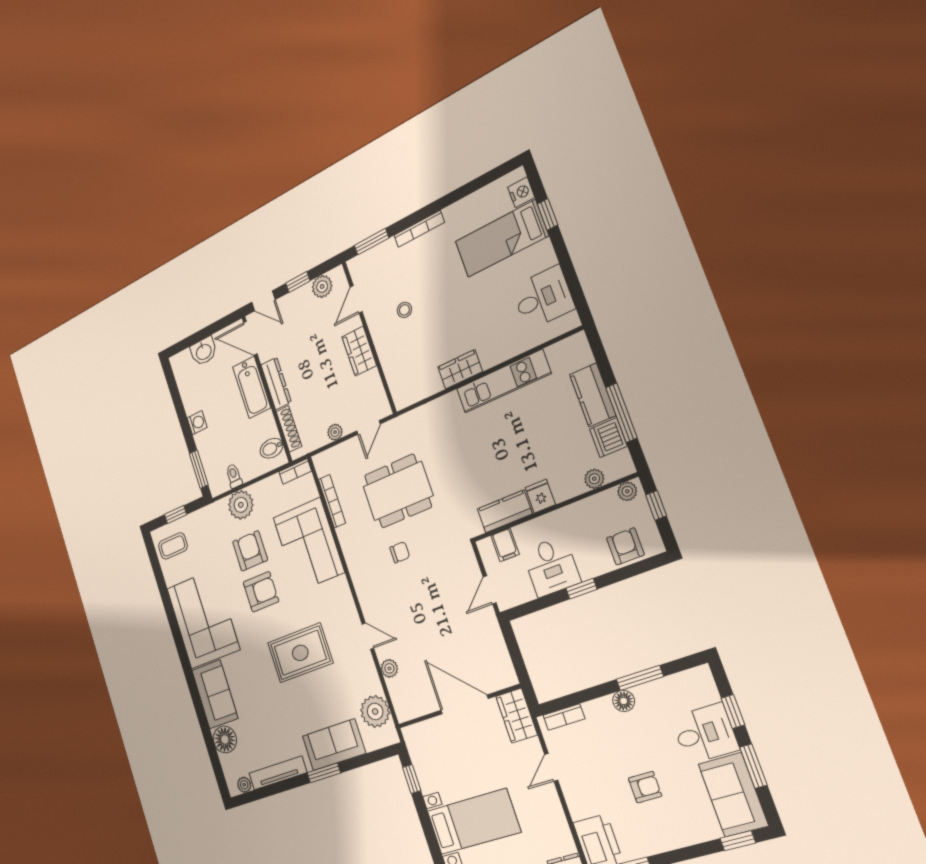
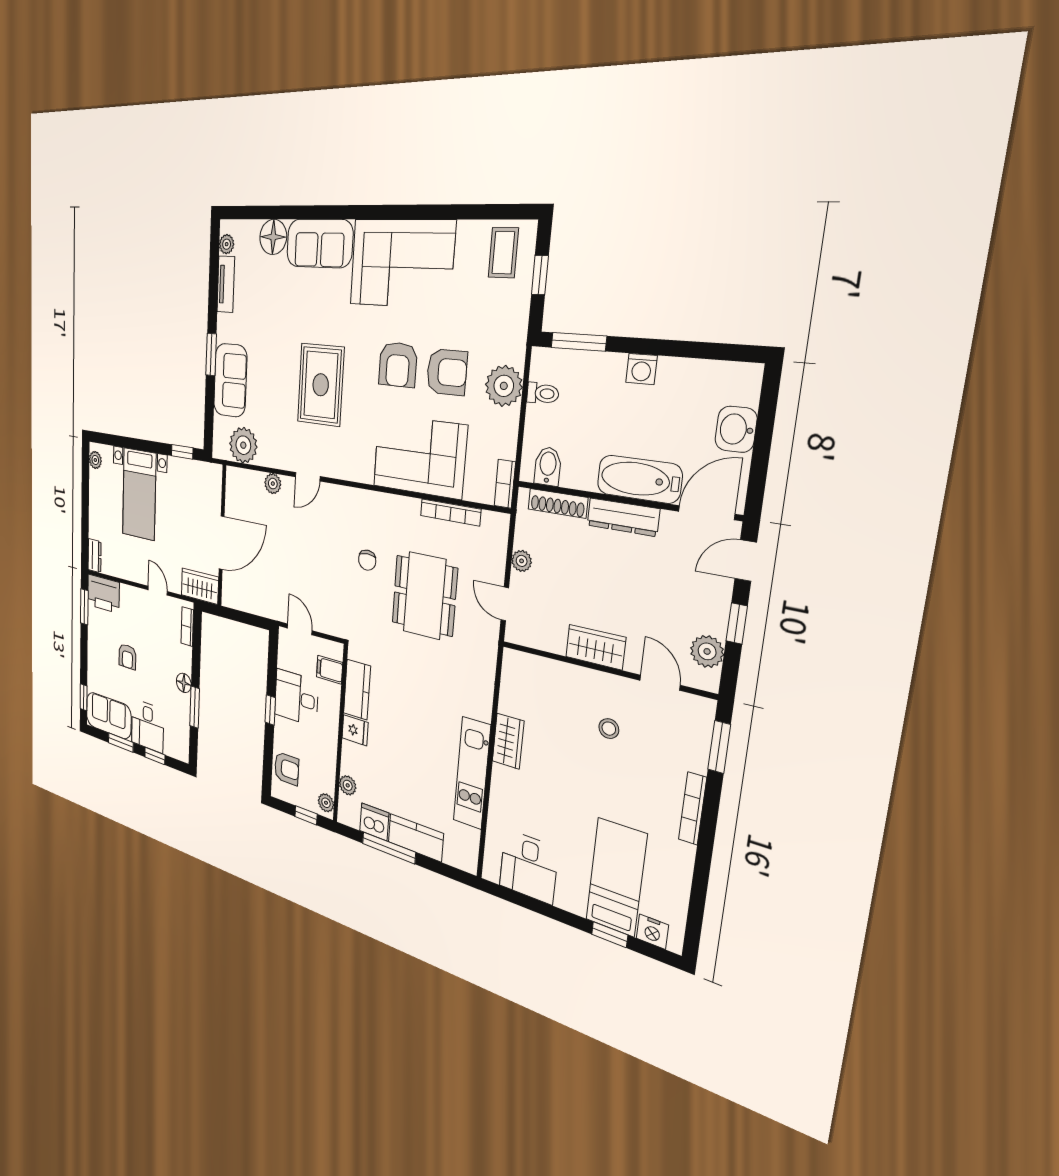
tv unit: (278, 773) -> (226, 284), width x0.71

